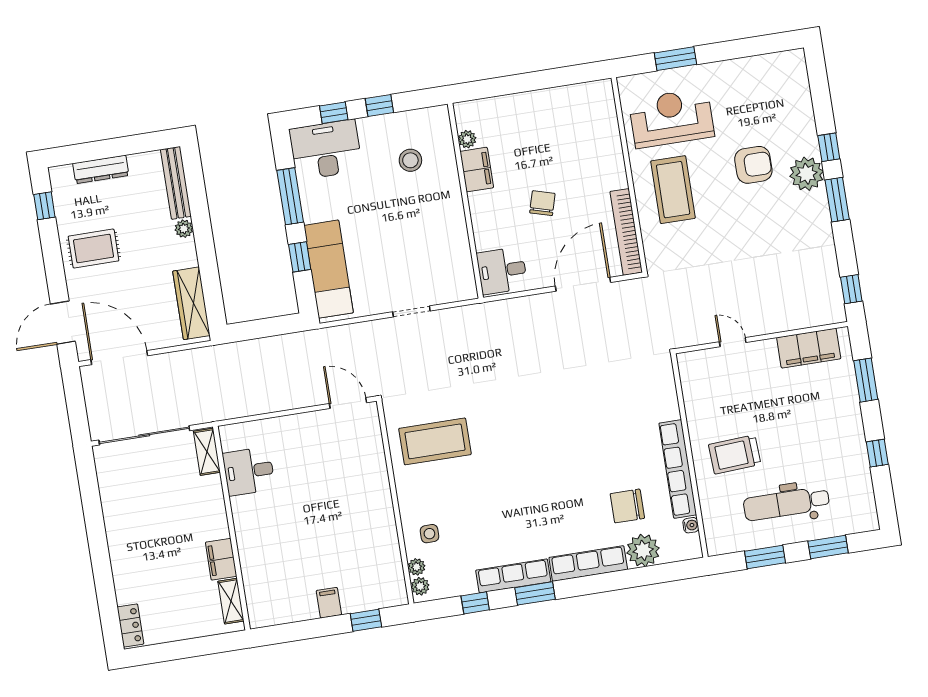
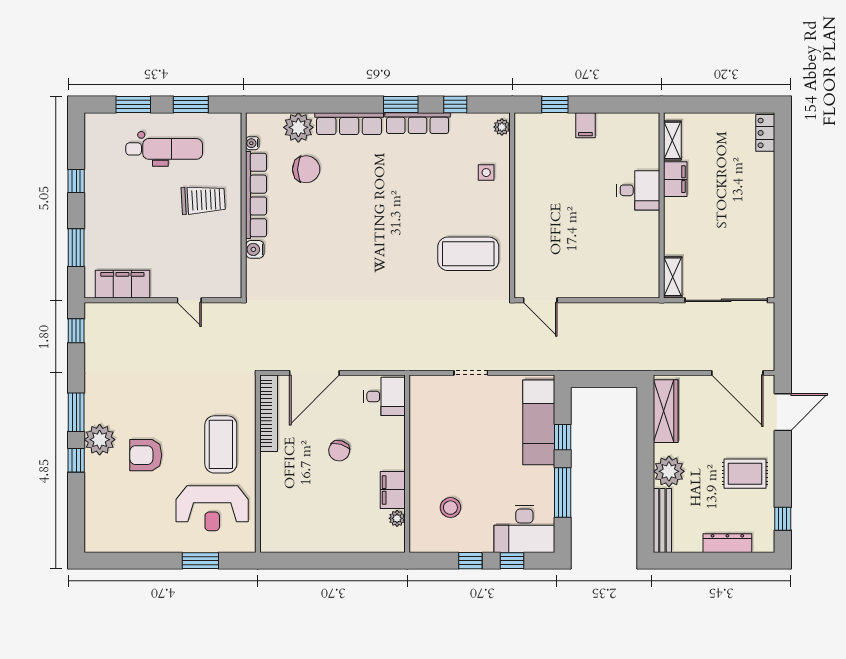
plant: (184, 229) -> (669, 471), width x1.88, depth x1.88
water cooler: (670, 409) -> (255, 249), added
desk: (249, 471) -> (638, 190), moved
plant: (417, 567) -> (502, 145), removed

